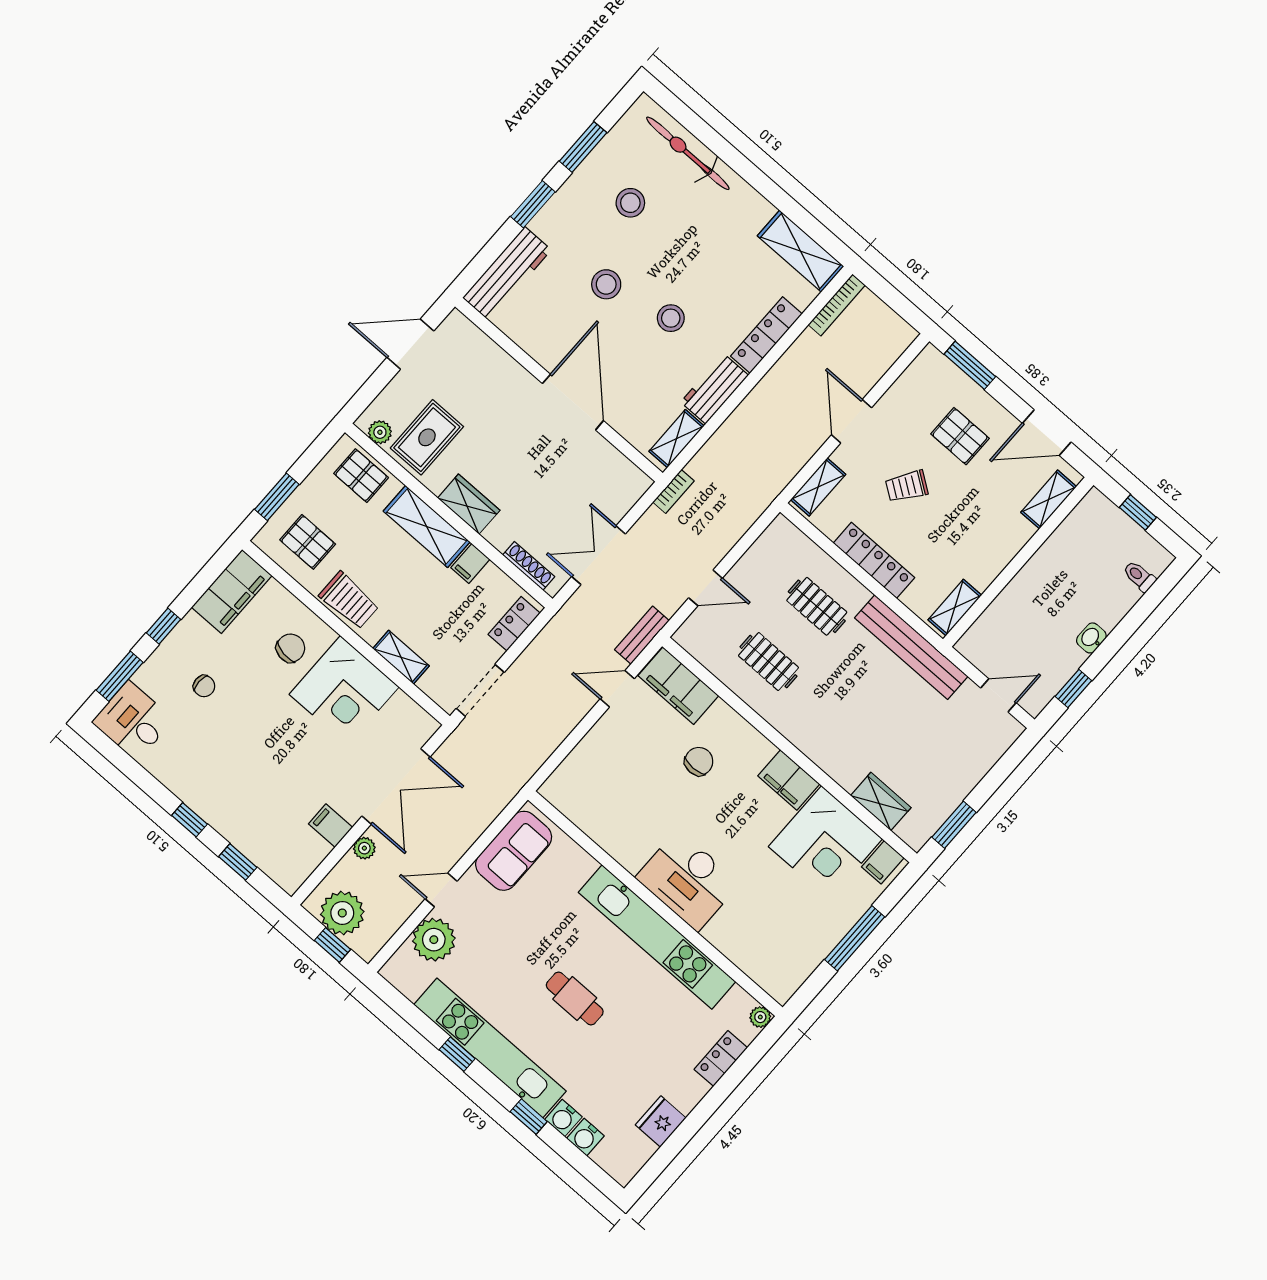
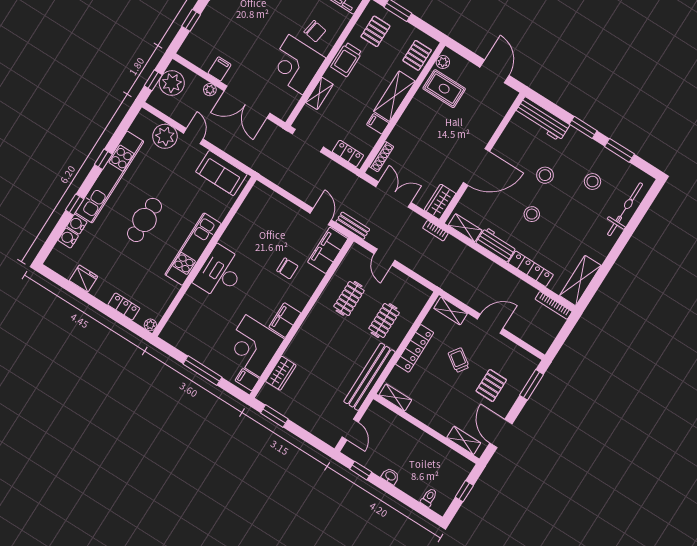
wardrobe: (469, 504) -> (440, 202), moved, turned 180
kitchen unit: (657, 937) -> (193, 249), width x0.73
cafe table: (575, 998) -> (144, 220), width x1.37, depth x1.35

